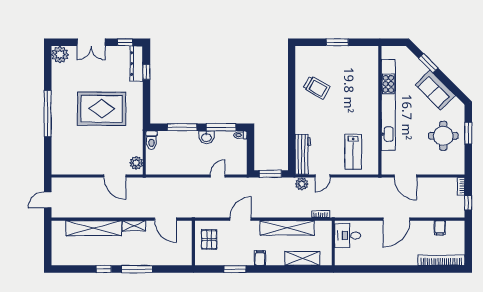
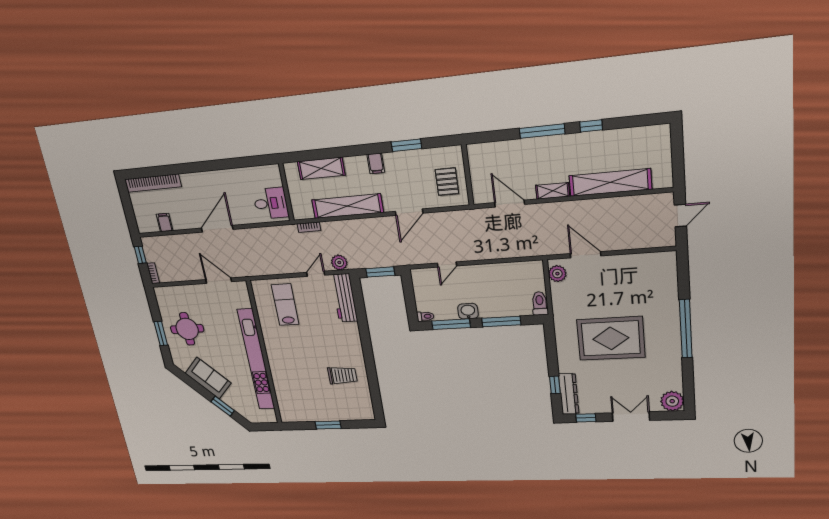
trolley: (317, 87) -> (342, 375), turned 151

